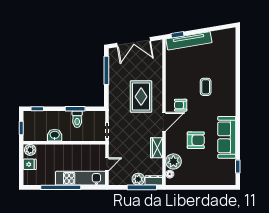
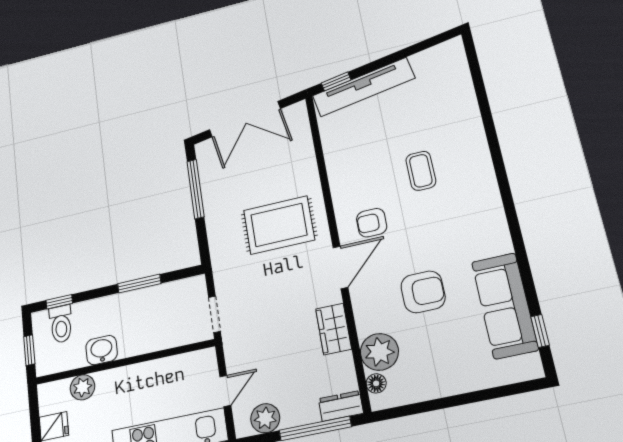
rug: (141, 97) -> (279, 225), turned 90
toilet: (77, 119) -> (61, 324), moved
sofa: (227, 137) -> (505, 305), moved
plant: (30, 150) -> (83, 387), moved
plant: (138, 179) -> (265, 418), moved

